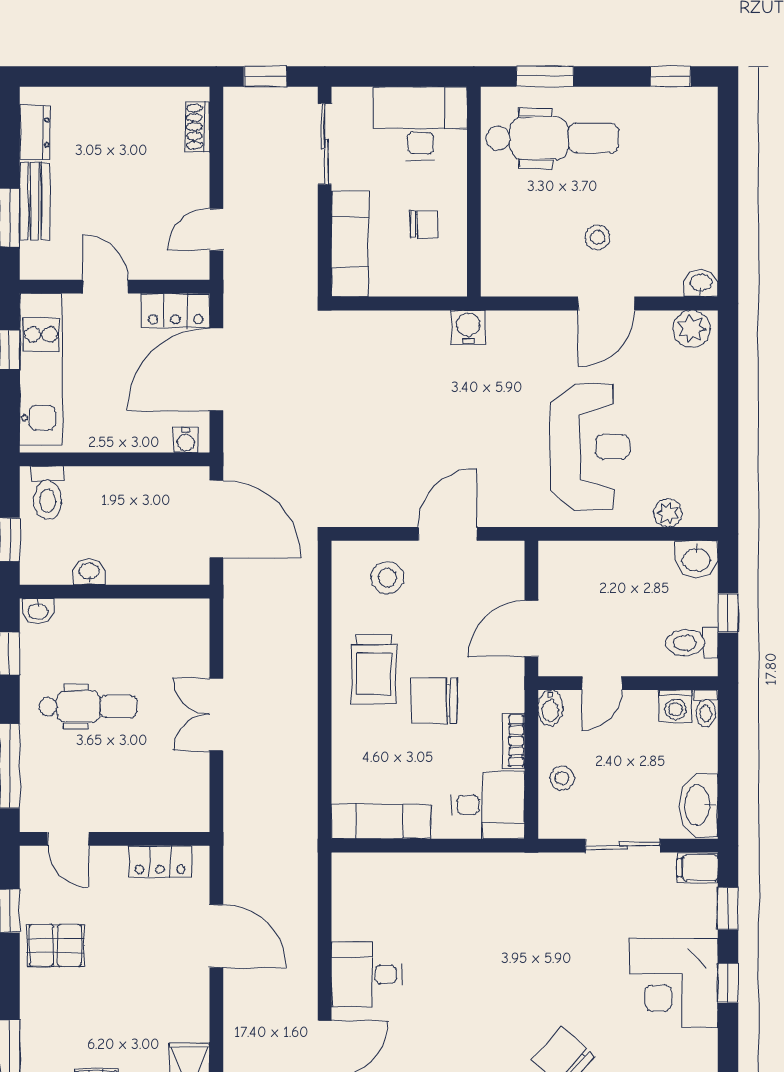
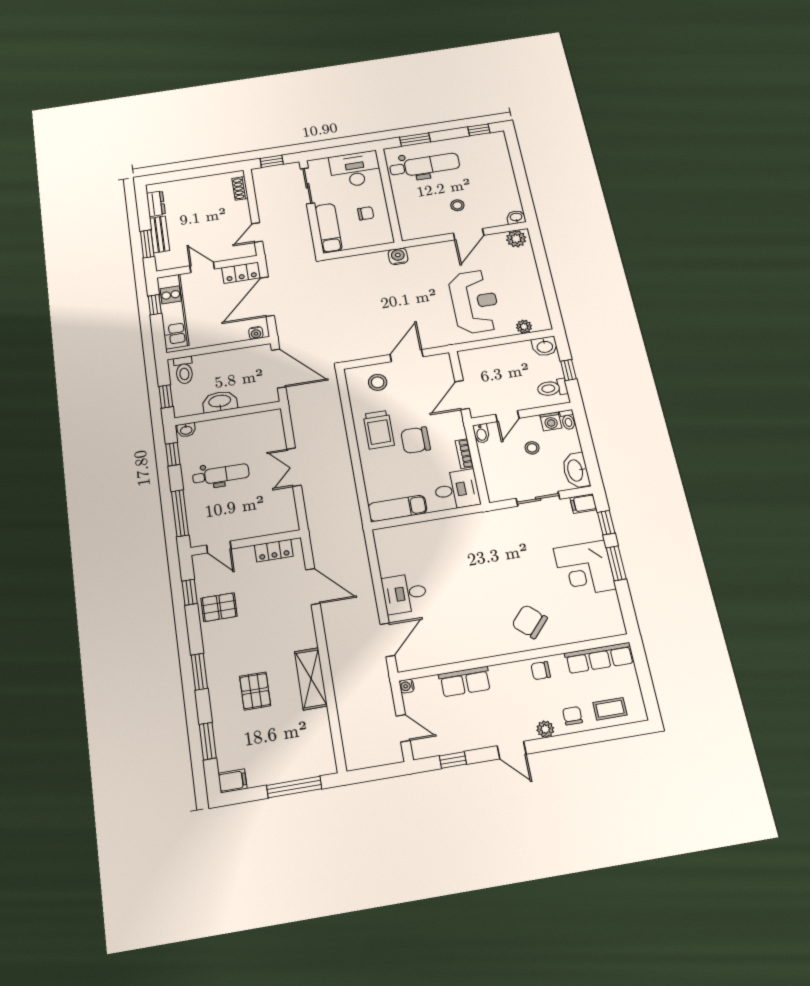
washbasin: (89, 572) -> (220, 402), width x1.91, depth x1.45
stool: (562, 778) -> (532, 448), moved
window: (728, 983) -> (616, 563), width x1.50

